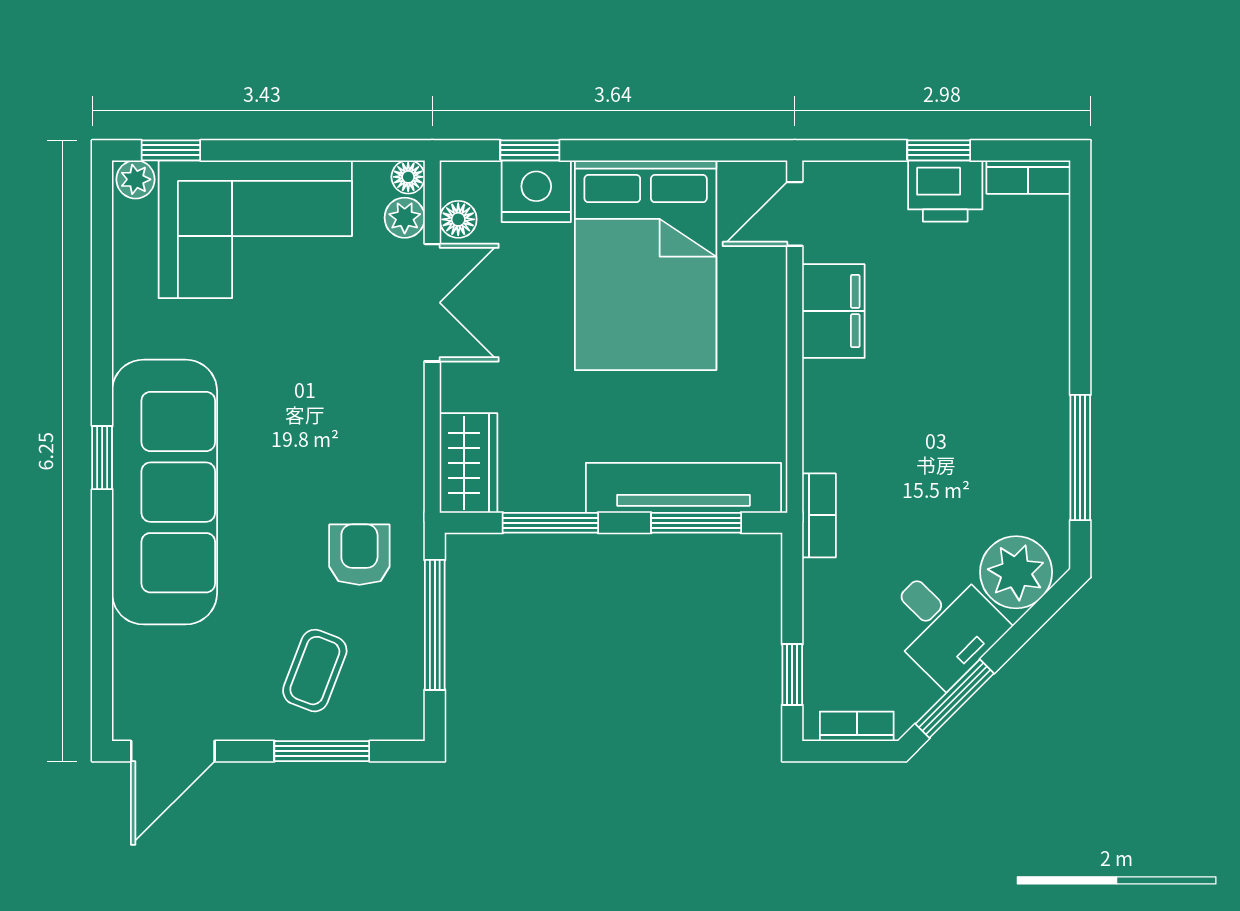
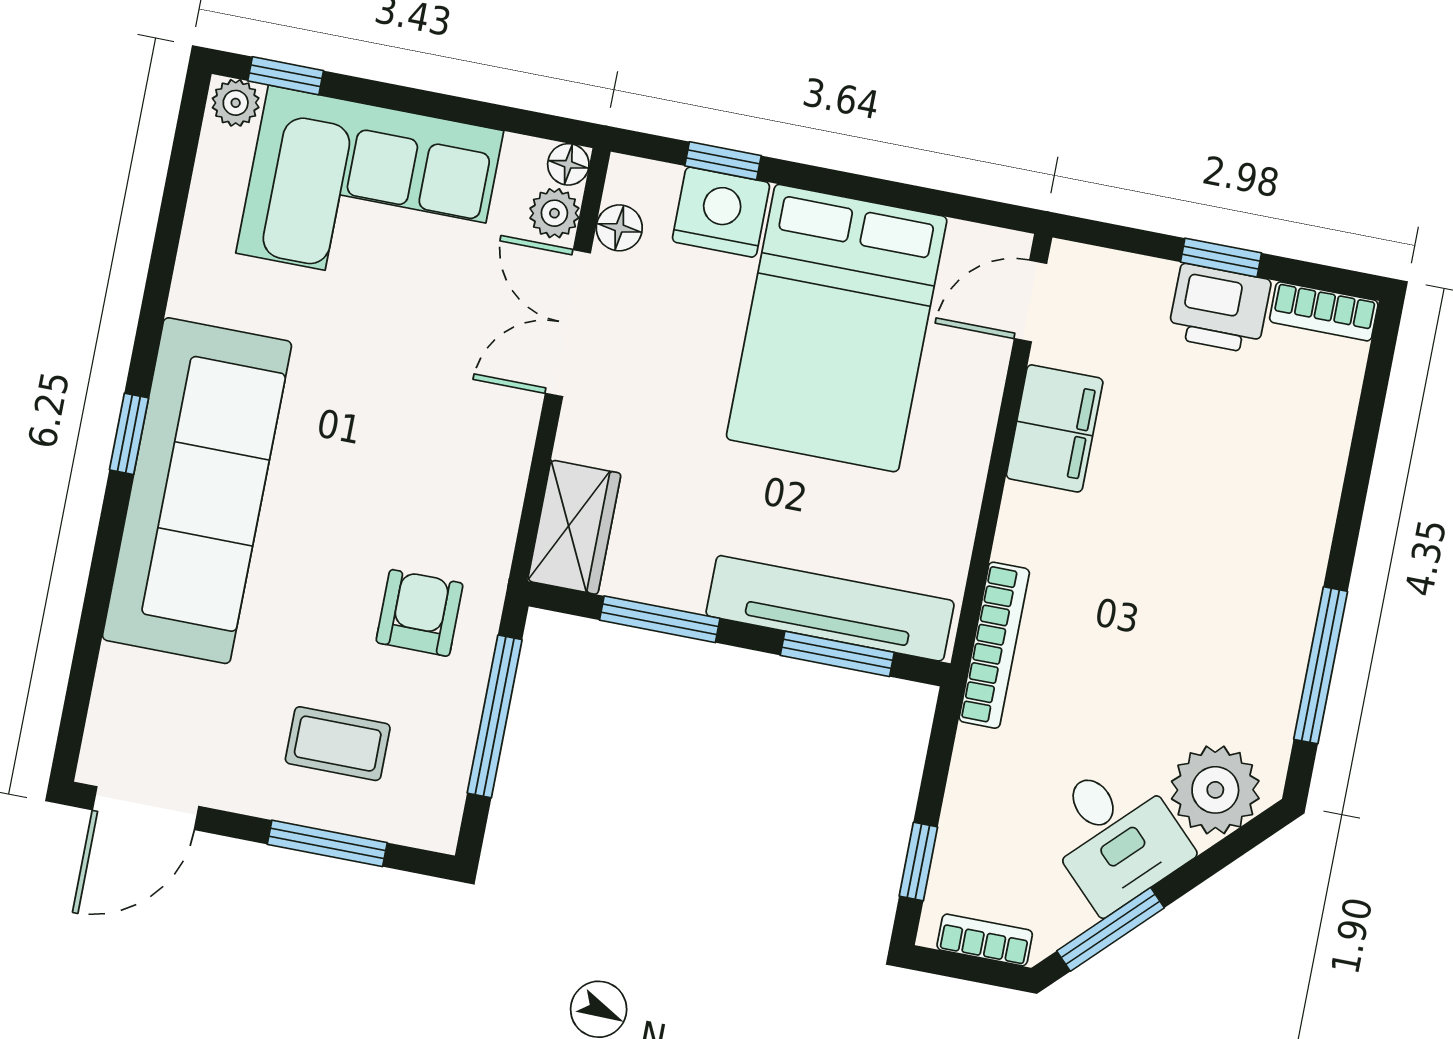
double door: (432, 303) -> (568, 323), swing flipped
bookcase: (819, 515) -> (994, 645), width x1.56
coffee table: (315, 671) -> (338, 744), turned 69

